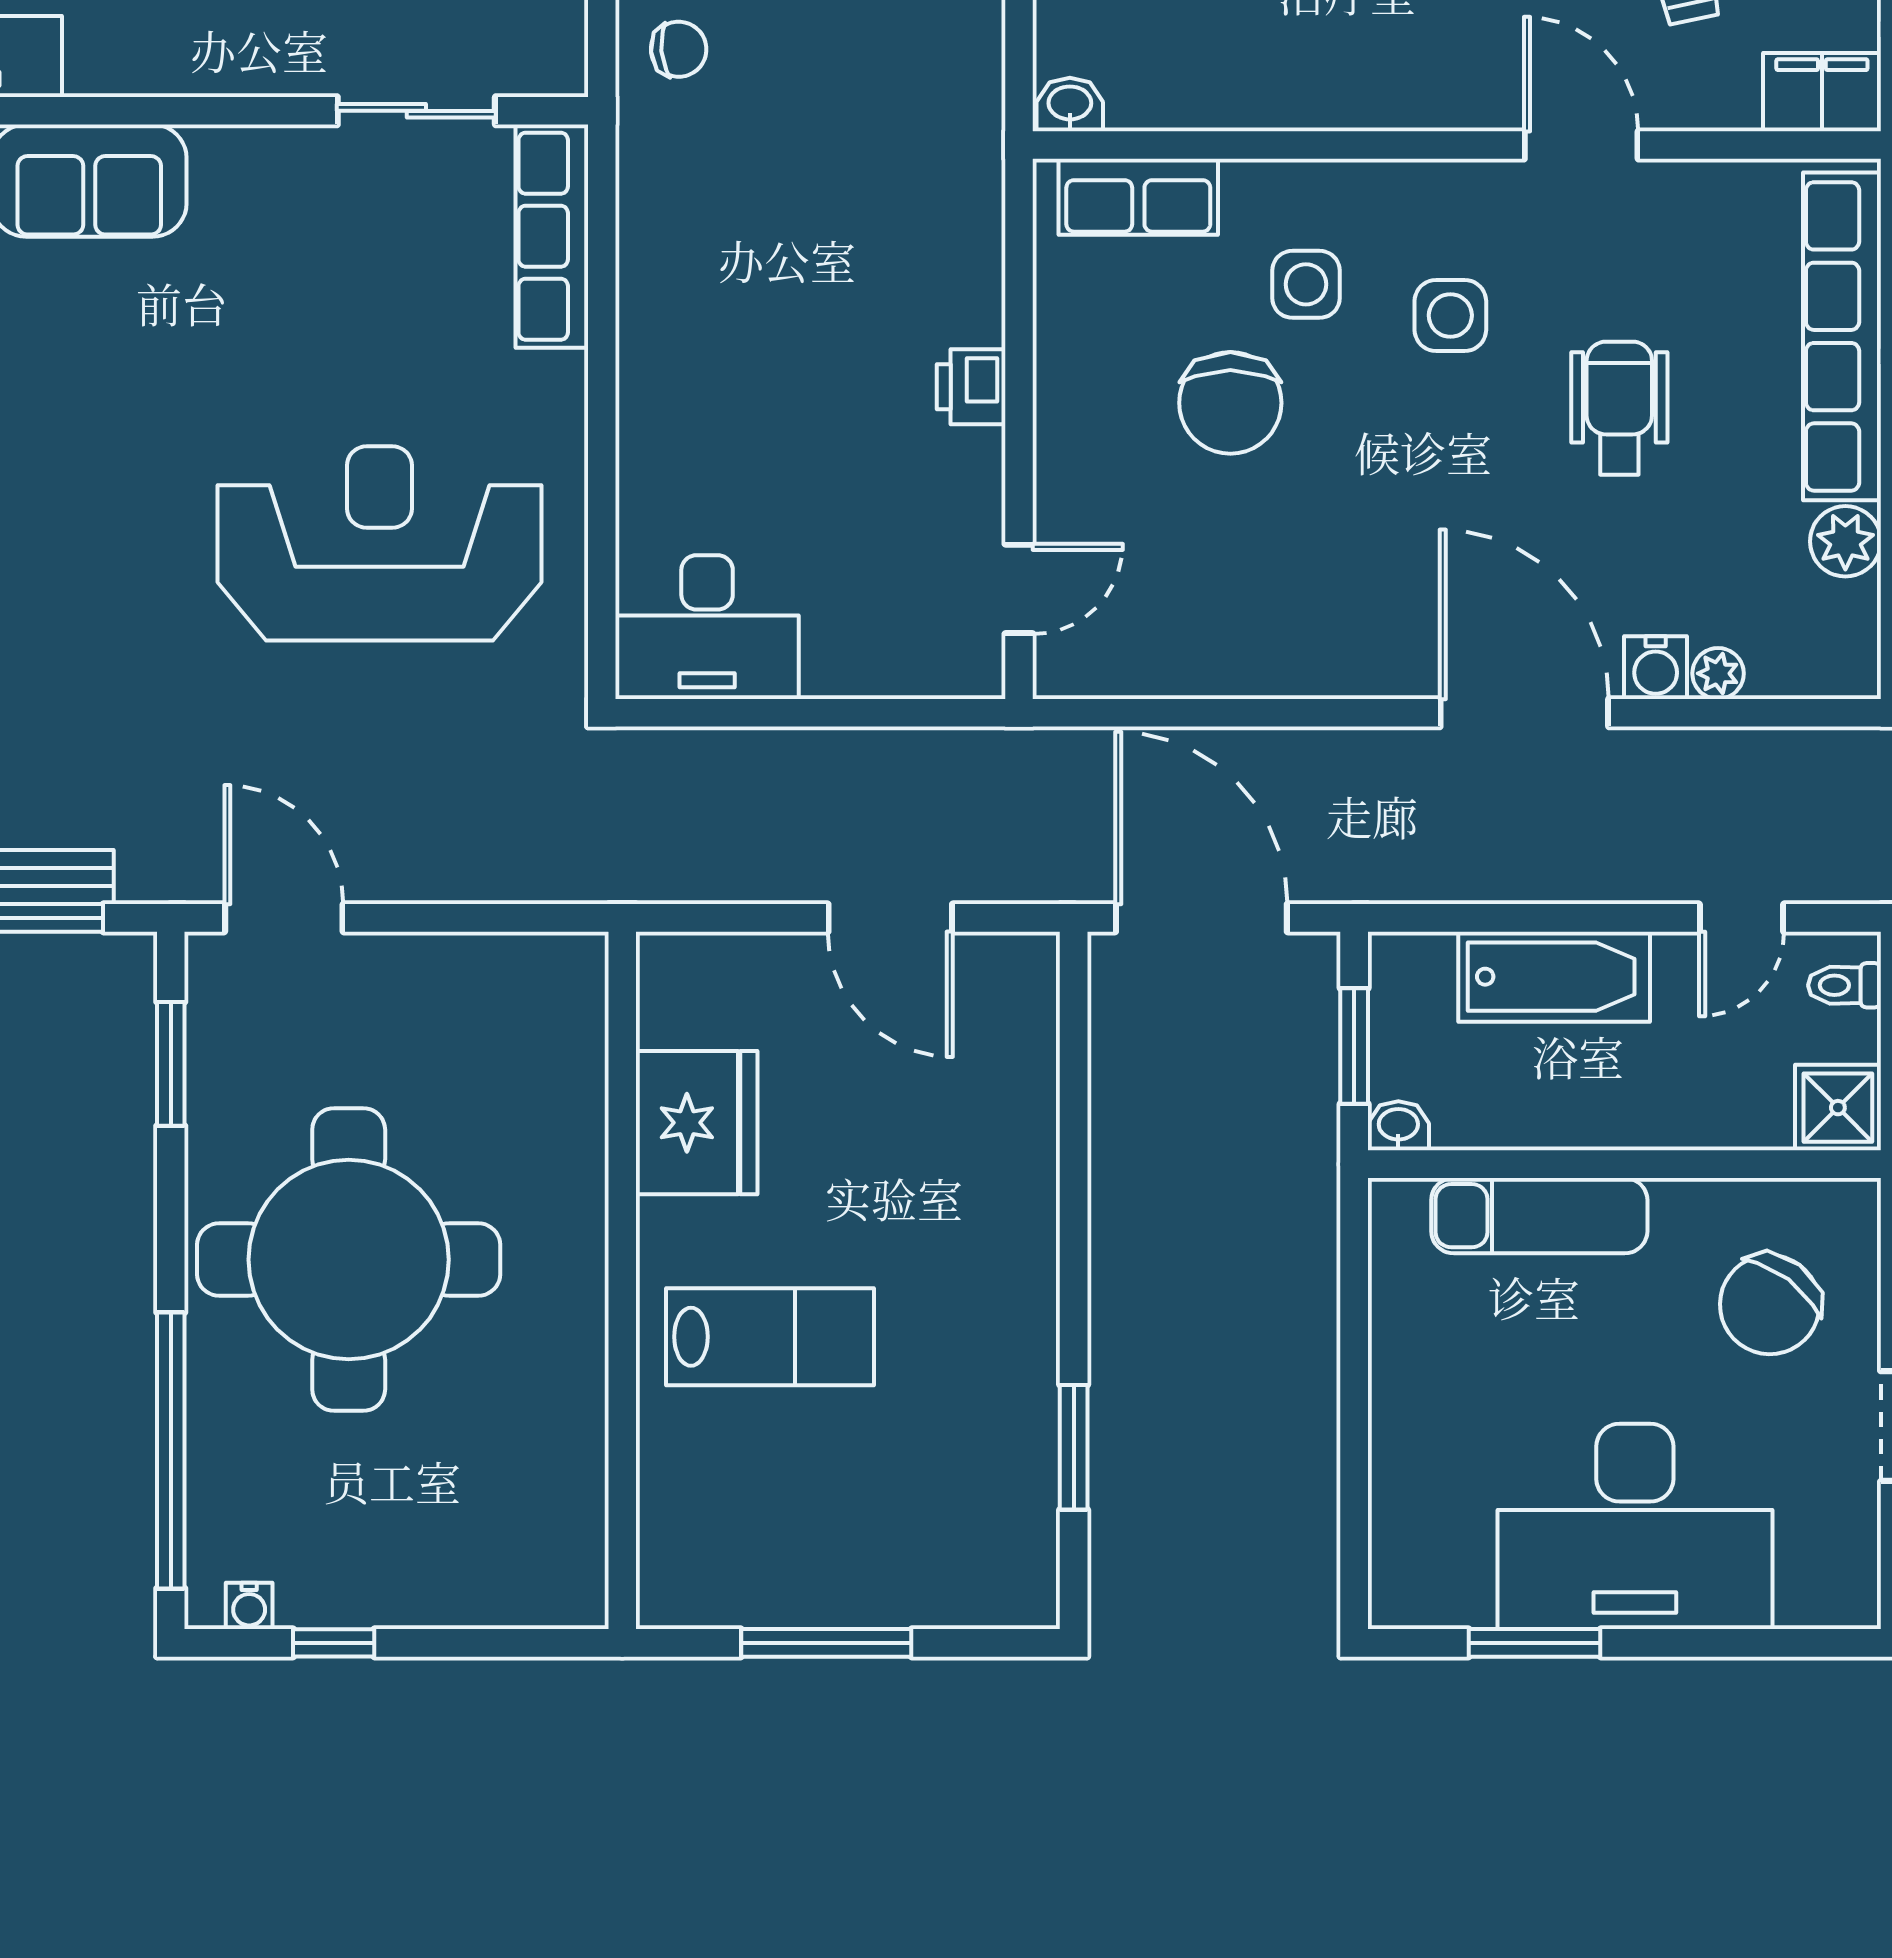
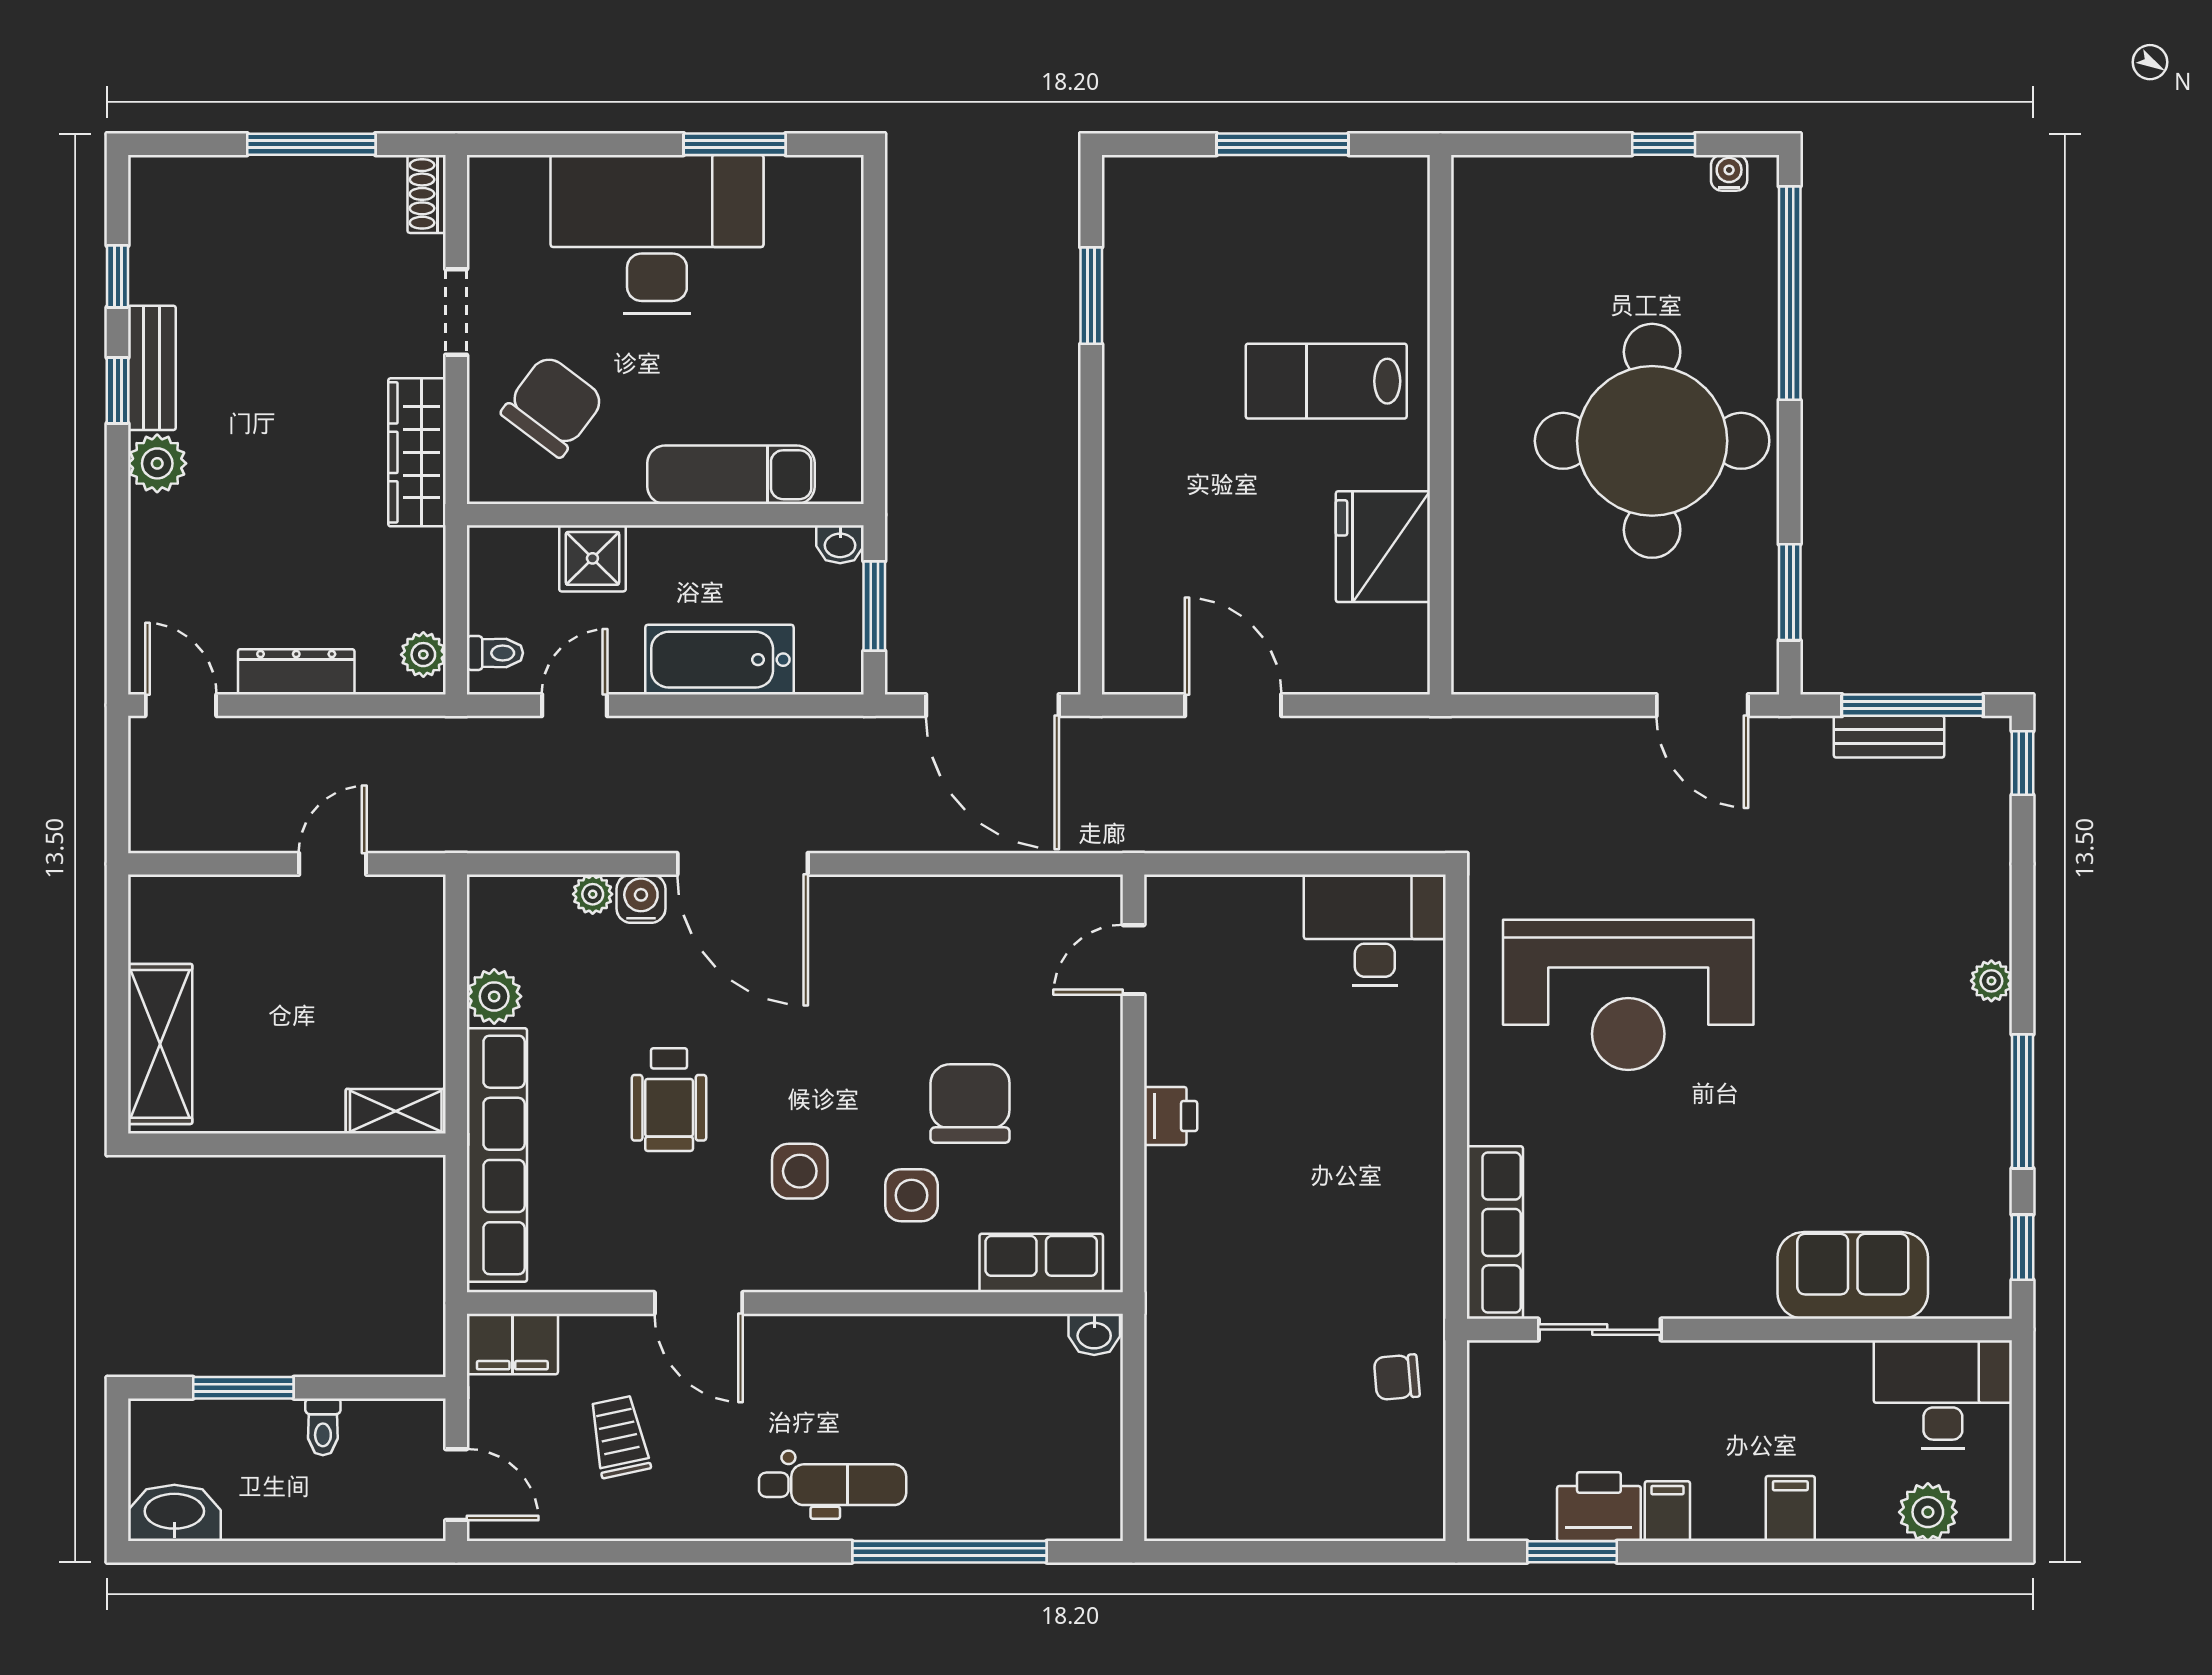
shower: (1838, 1108) -> (592, 558), moved

